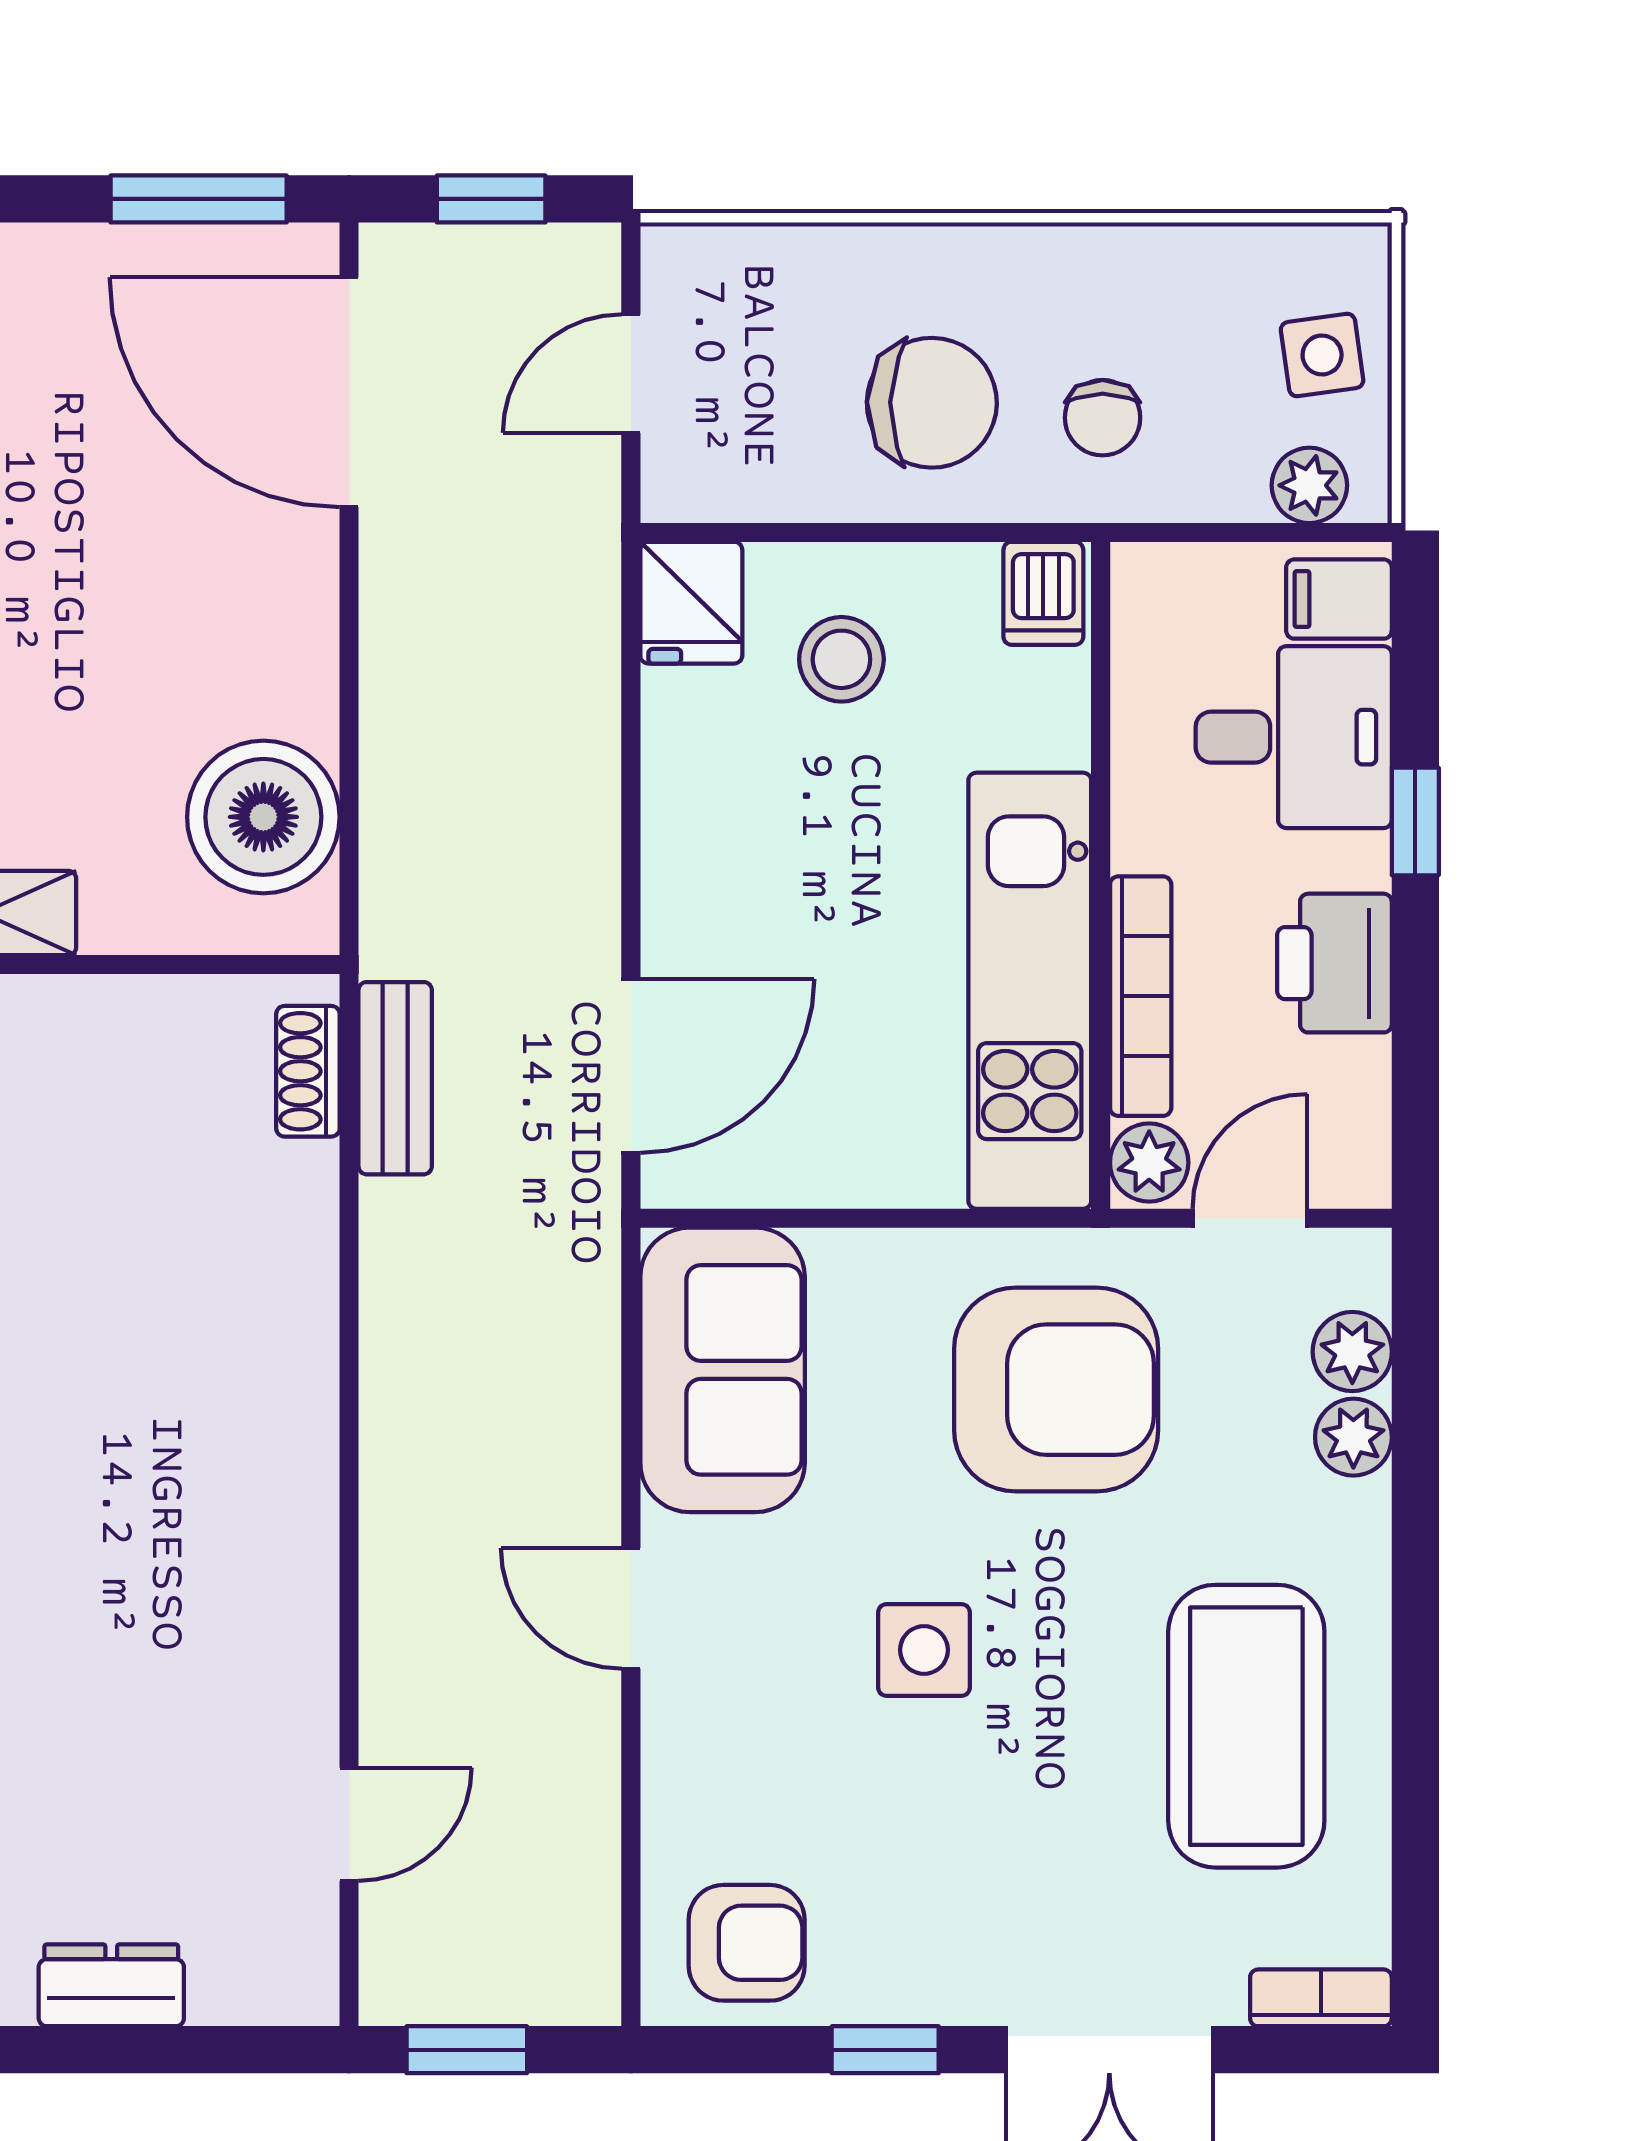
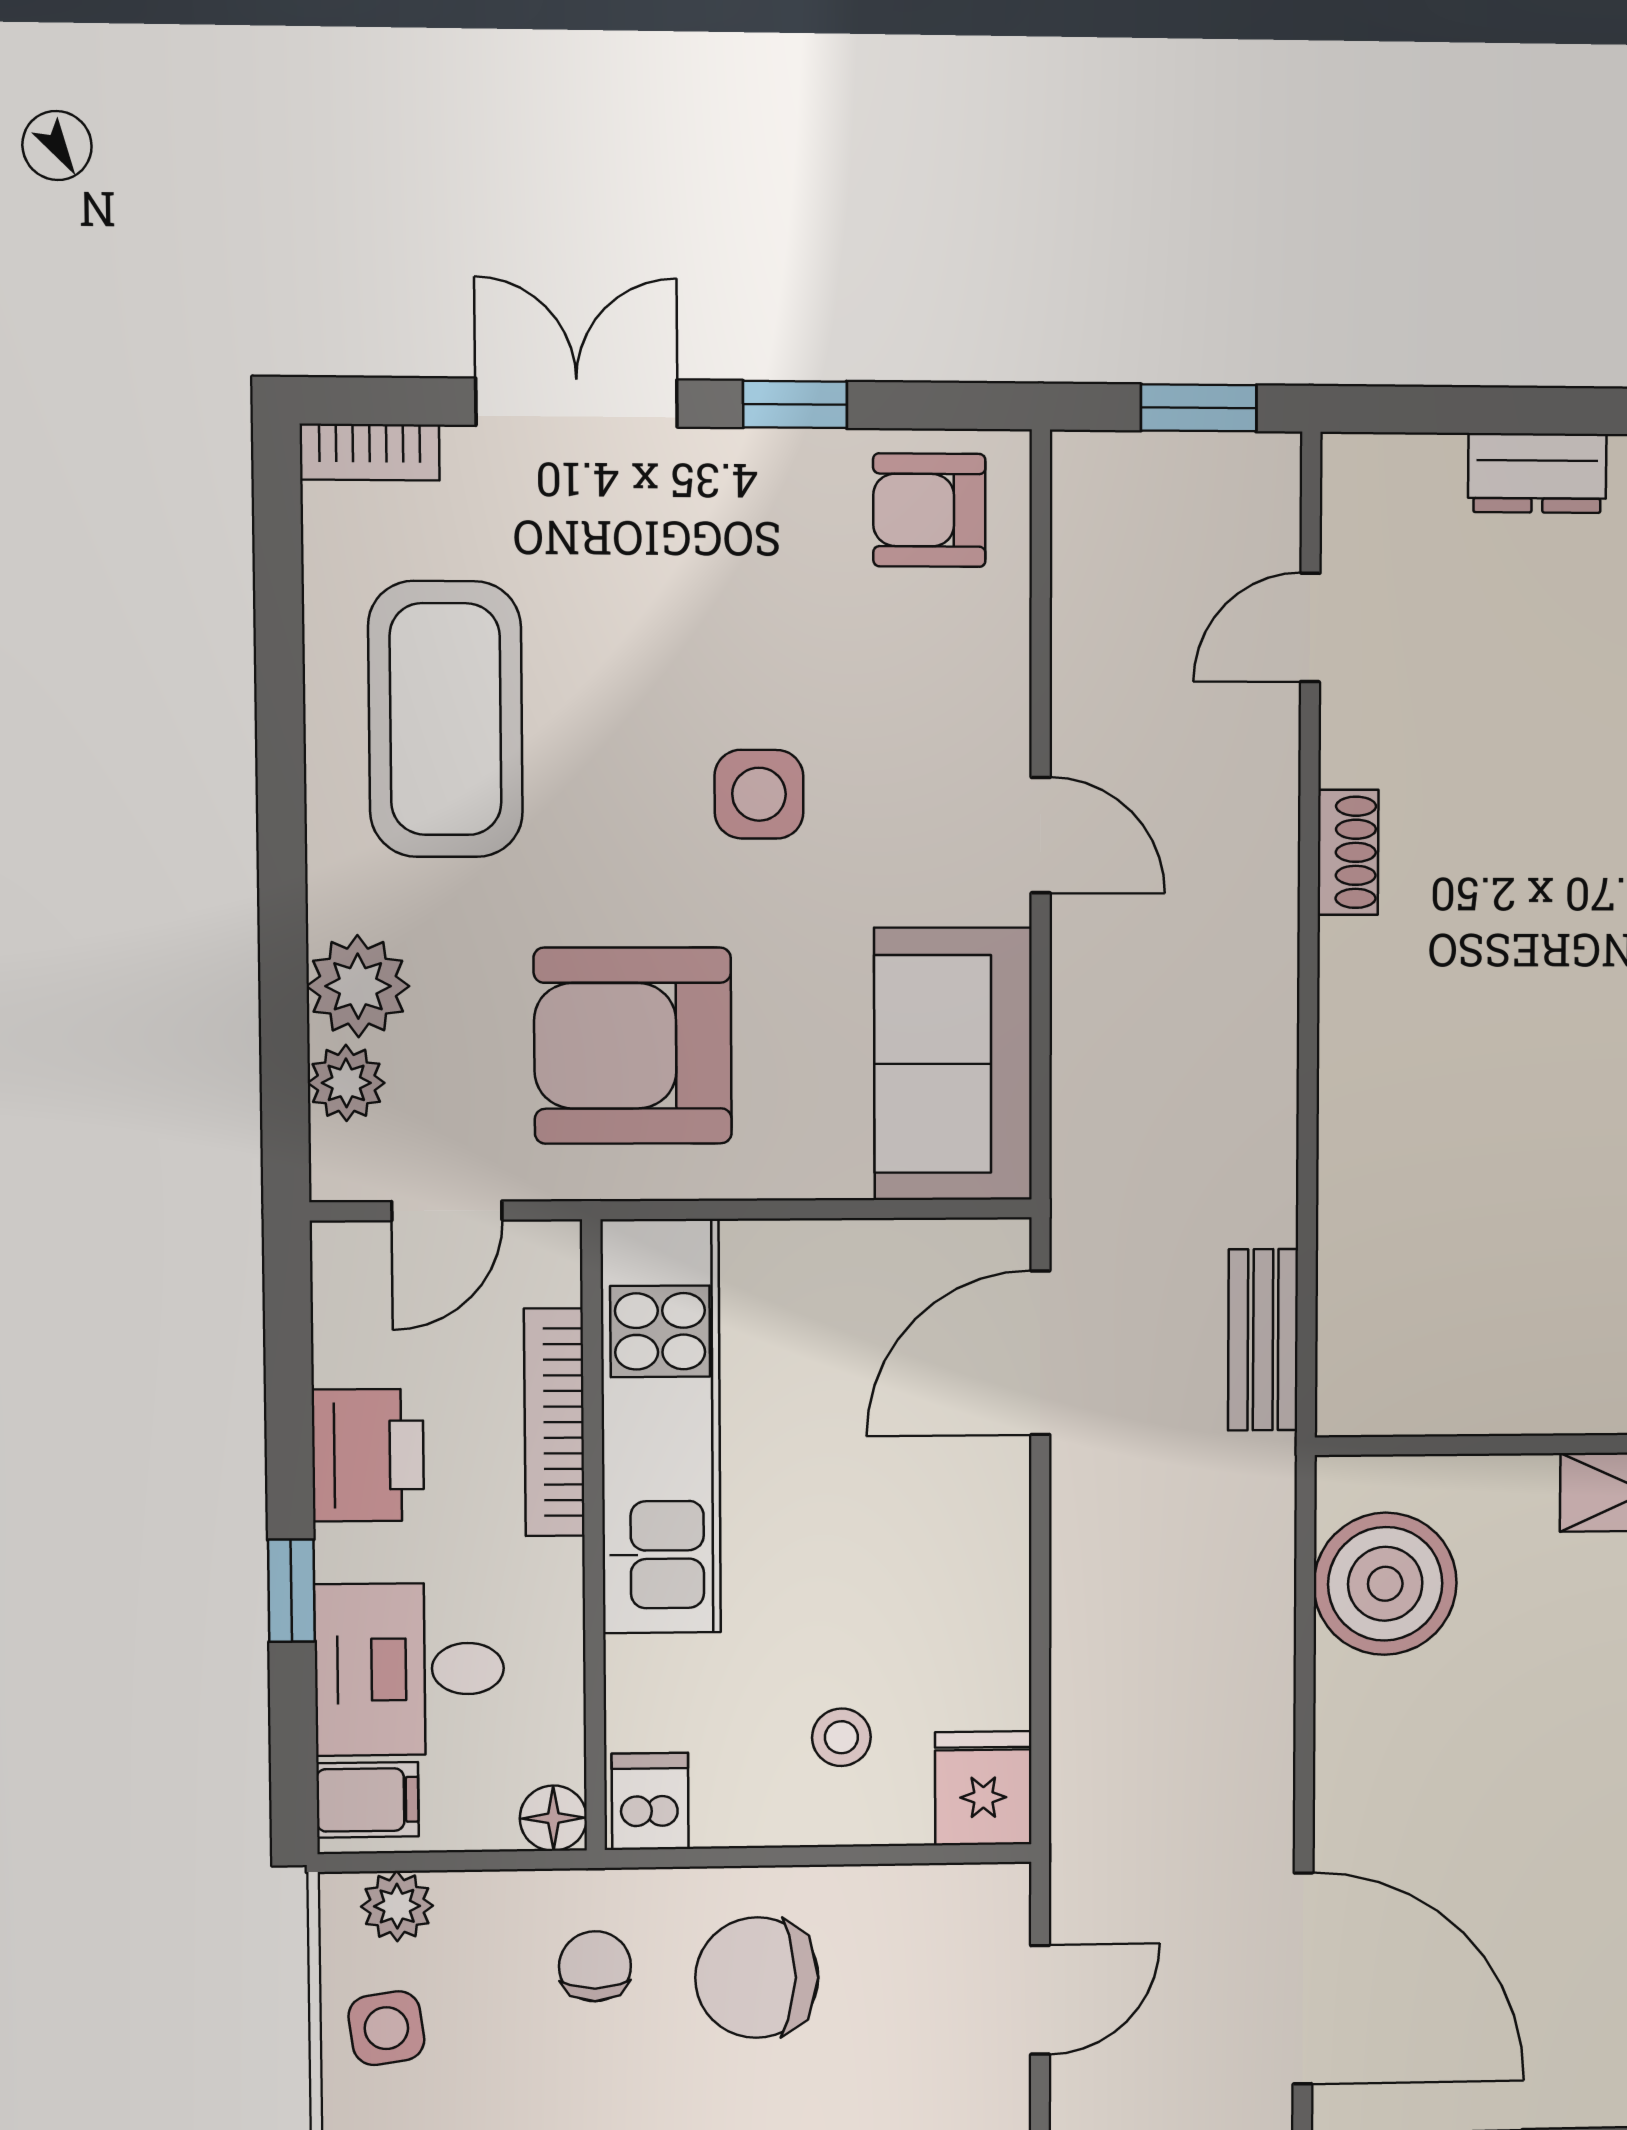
floor lamp: (1145, 577) -> (553, 1818), added
stool: (841, 659) -> (841, 1737), width x0.73, depth x0.73
shoe rack: (308, 1071) -> (1348, 852), moved
plant: (1149, 1163) -> (545, 1264), removed
plant: (1353, 1437) -> (358, 986), width x1.38, depth x1.38

